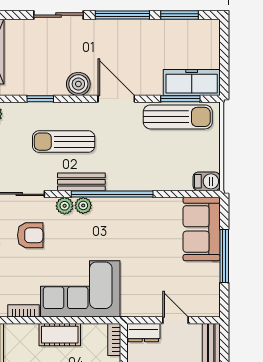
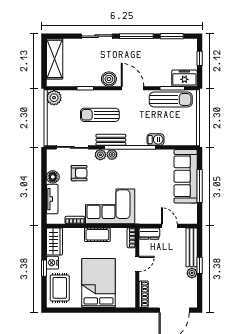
window: (224, 51) -> (200, 58), added
freezer: (192, 83) -> (184, 78), width x0.71
barbecue: (207, 181) -> (156, 140), moved
sofa: (202, 229) -> (186, 176), width x1.36

